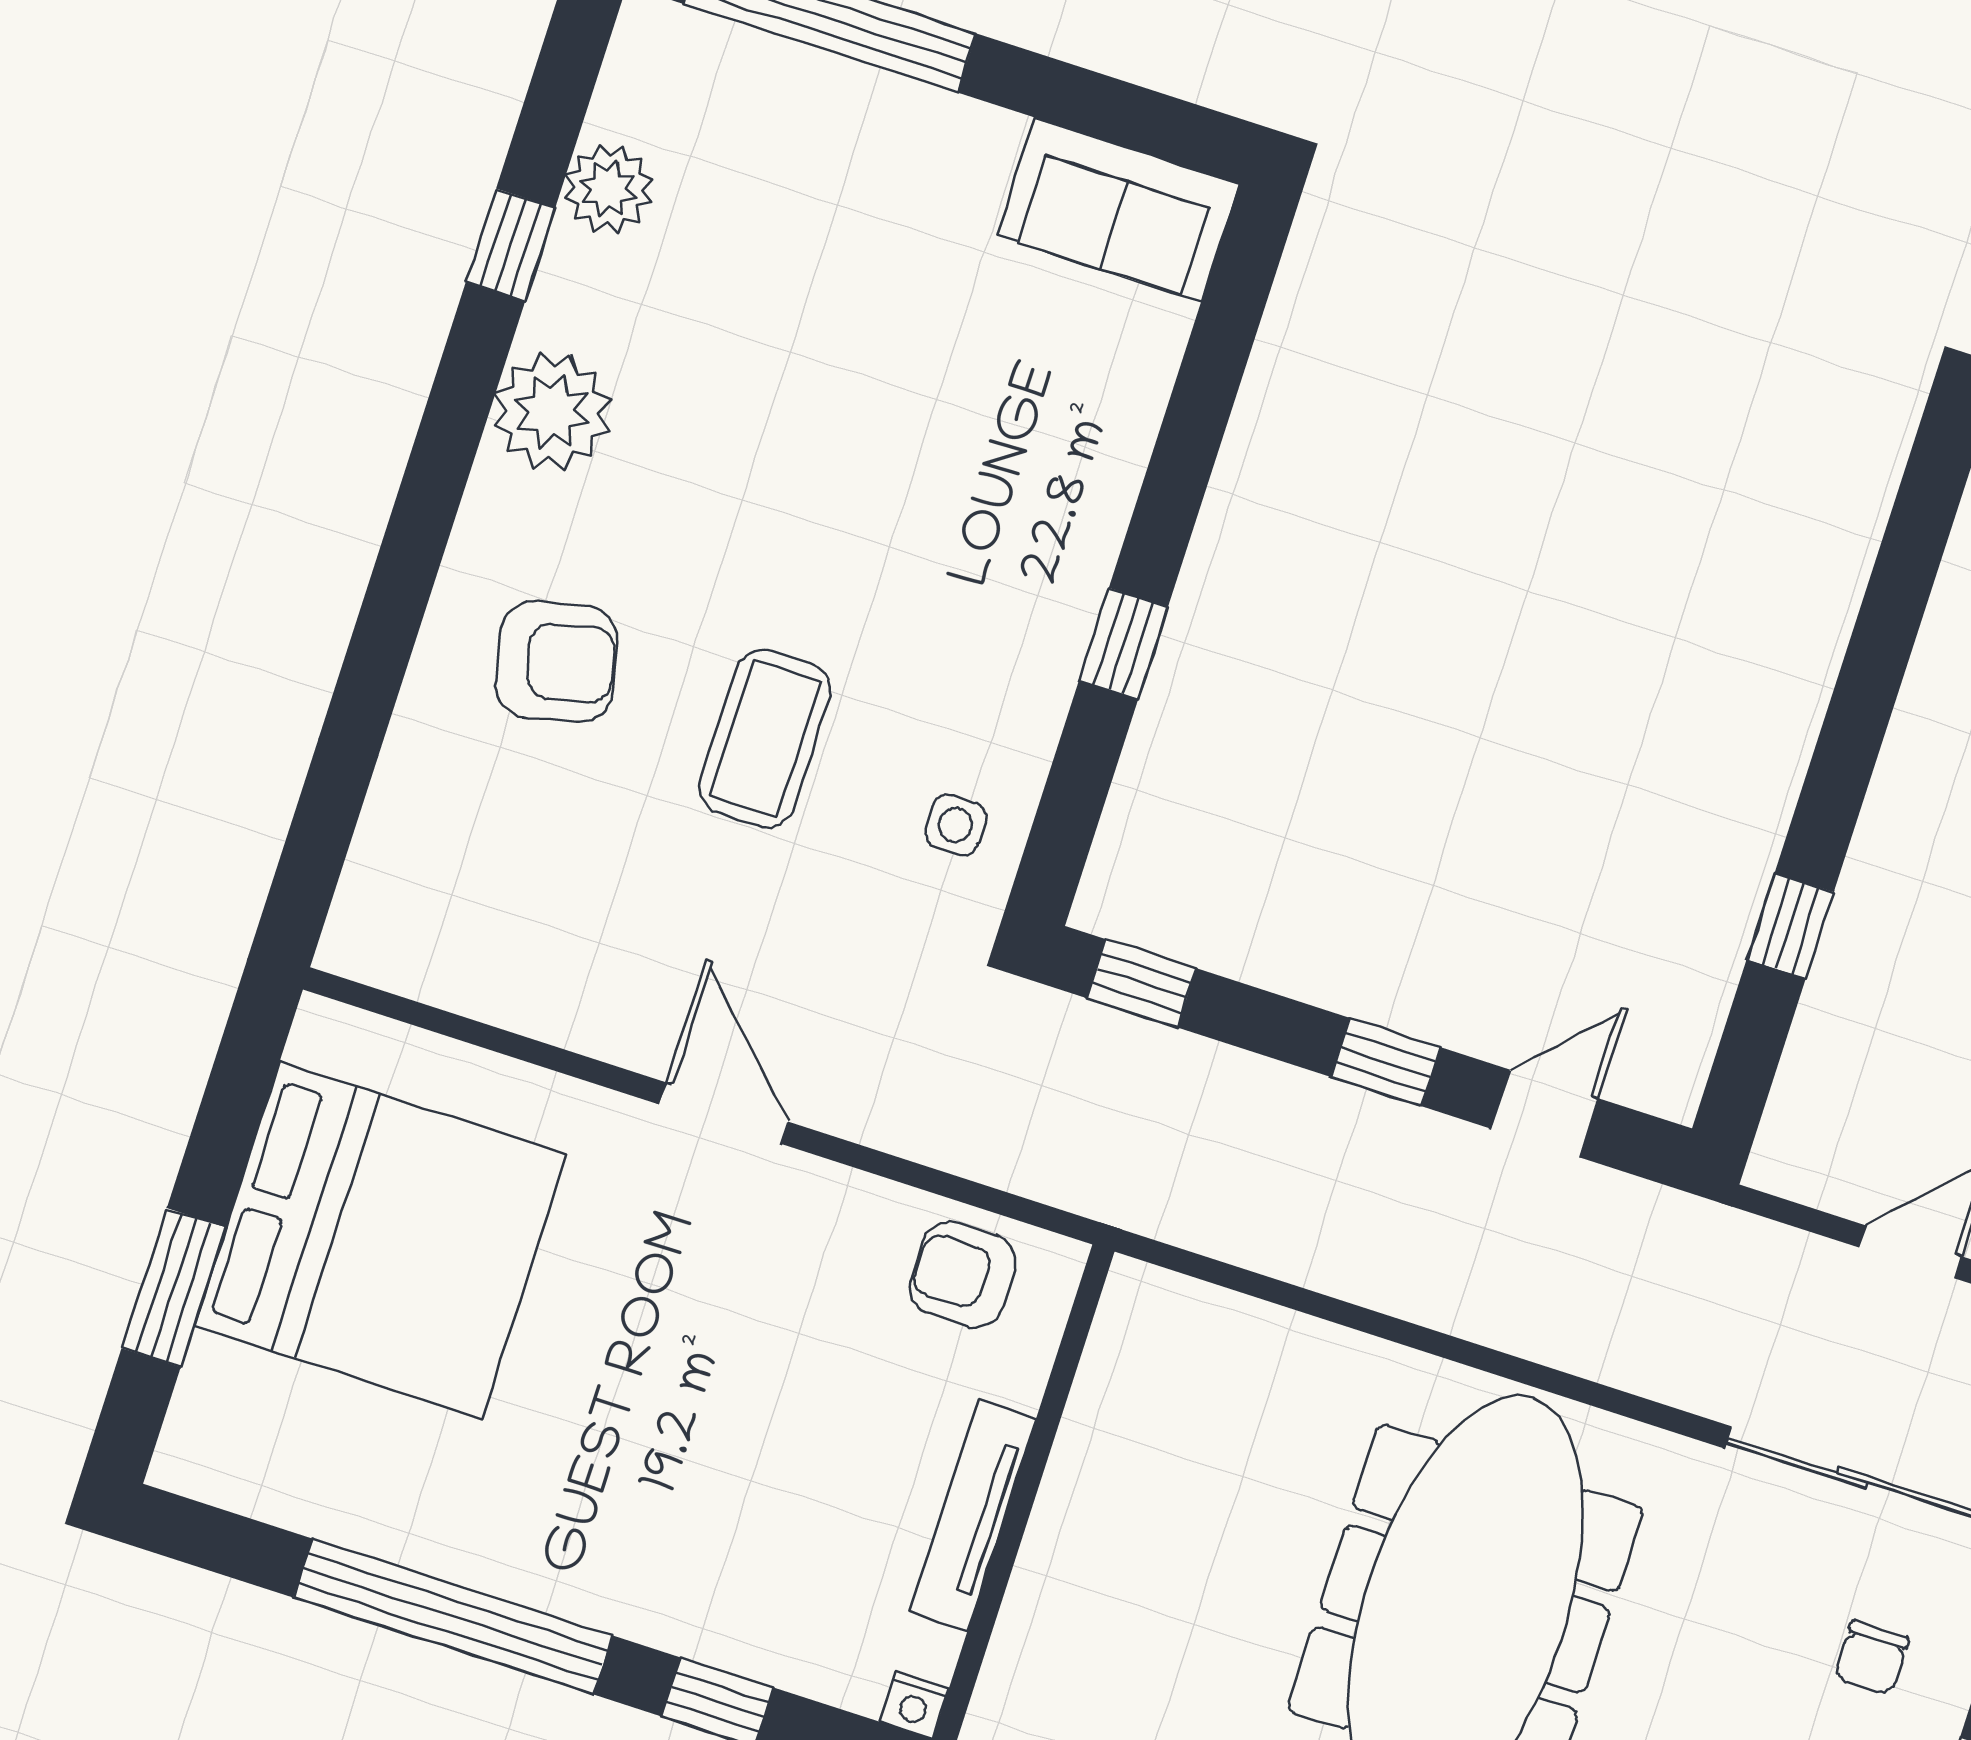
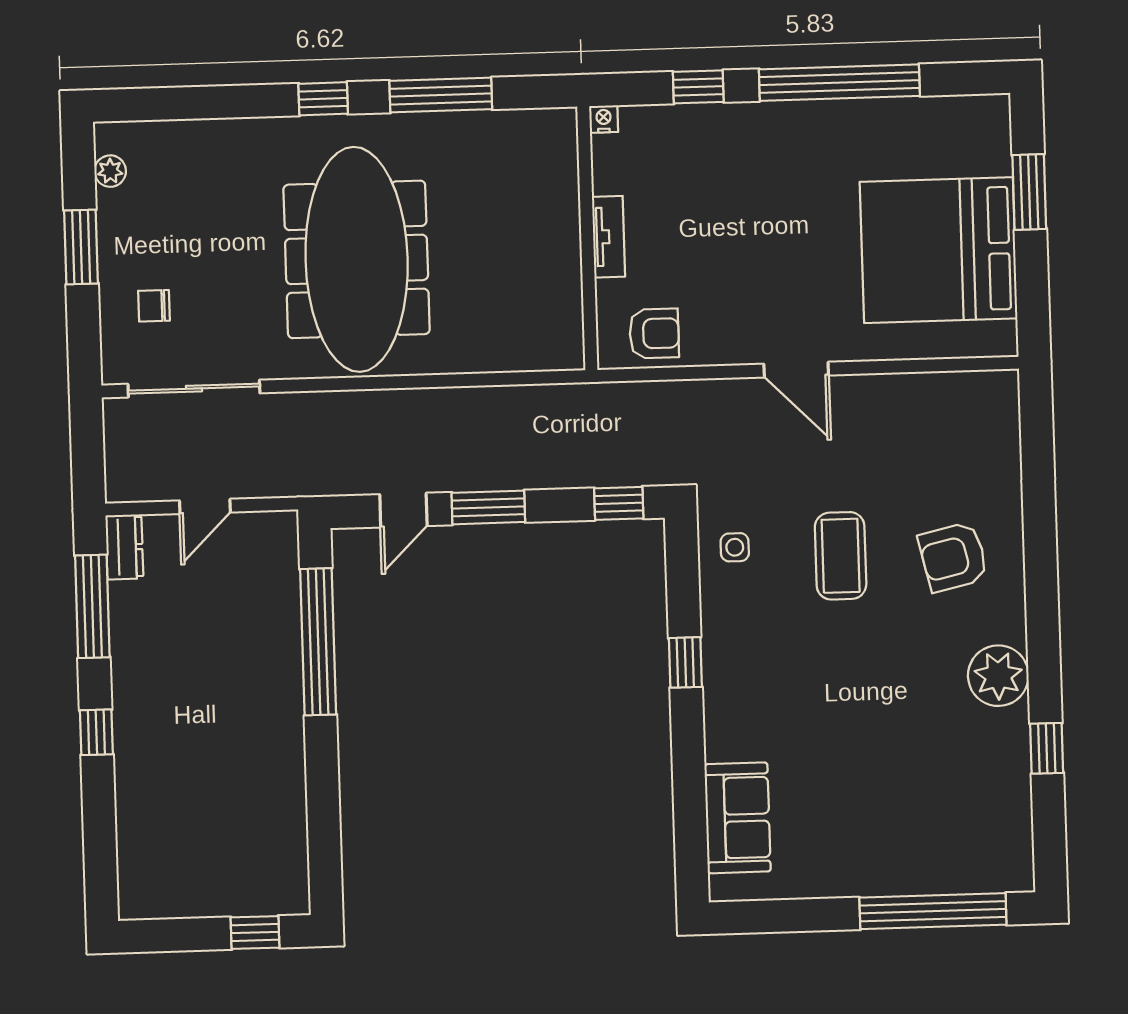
plant: (608, 189) -> (1010, 792), removed
sofa: (1118, 210) -> (738, 818), moved, turned 90
window: (1790, 926) -> (318, 642), width x3.17
window: (1386, 1062) -> (488, 507), width x1.50
tv unit: (973, 1515) -> (609, 237), width x0.71
chair: (1872, 1658) -> (154, 306), turned -90

